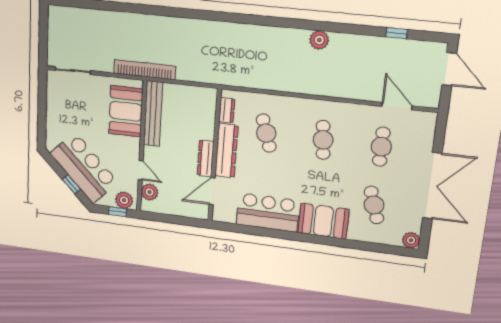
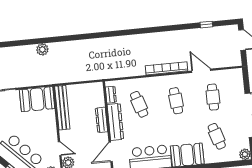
plant: (319, 40) -> (42, 49), moved
bookcase: (145, 70) -> (167, 68), moved
door: (397, 106) -> (201, 71), moved
booth: (126, 111) -> (37, 99), moved, turned 90
dresser: (206, 158) -> (101, 120), moved

